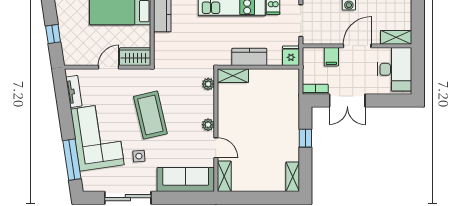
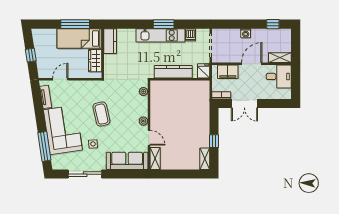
wardrobe: (135, 57) -> (95, 61), moved, turned -90
kitchen counter: (249, 57) -> (173, 72), width x1.50
filing cabinet: (331, 57) -> (228, 72), width x2.00
door: (109, 67) -> (60, 79), moved
desk: (394, 69) -> (279, 76), width x0.73
shelving: (233, 76) -> (161, 85), removed
coffee table: (150, 115) -> (101, 114), width x0.73, depth x0.76
window: (305, 138) -> (214, 141), moved

